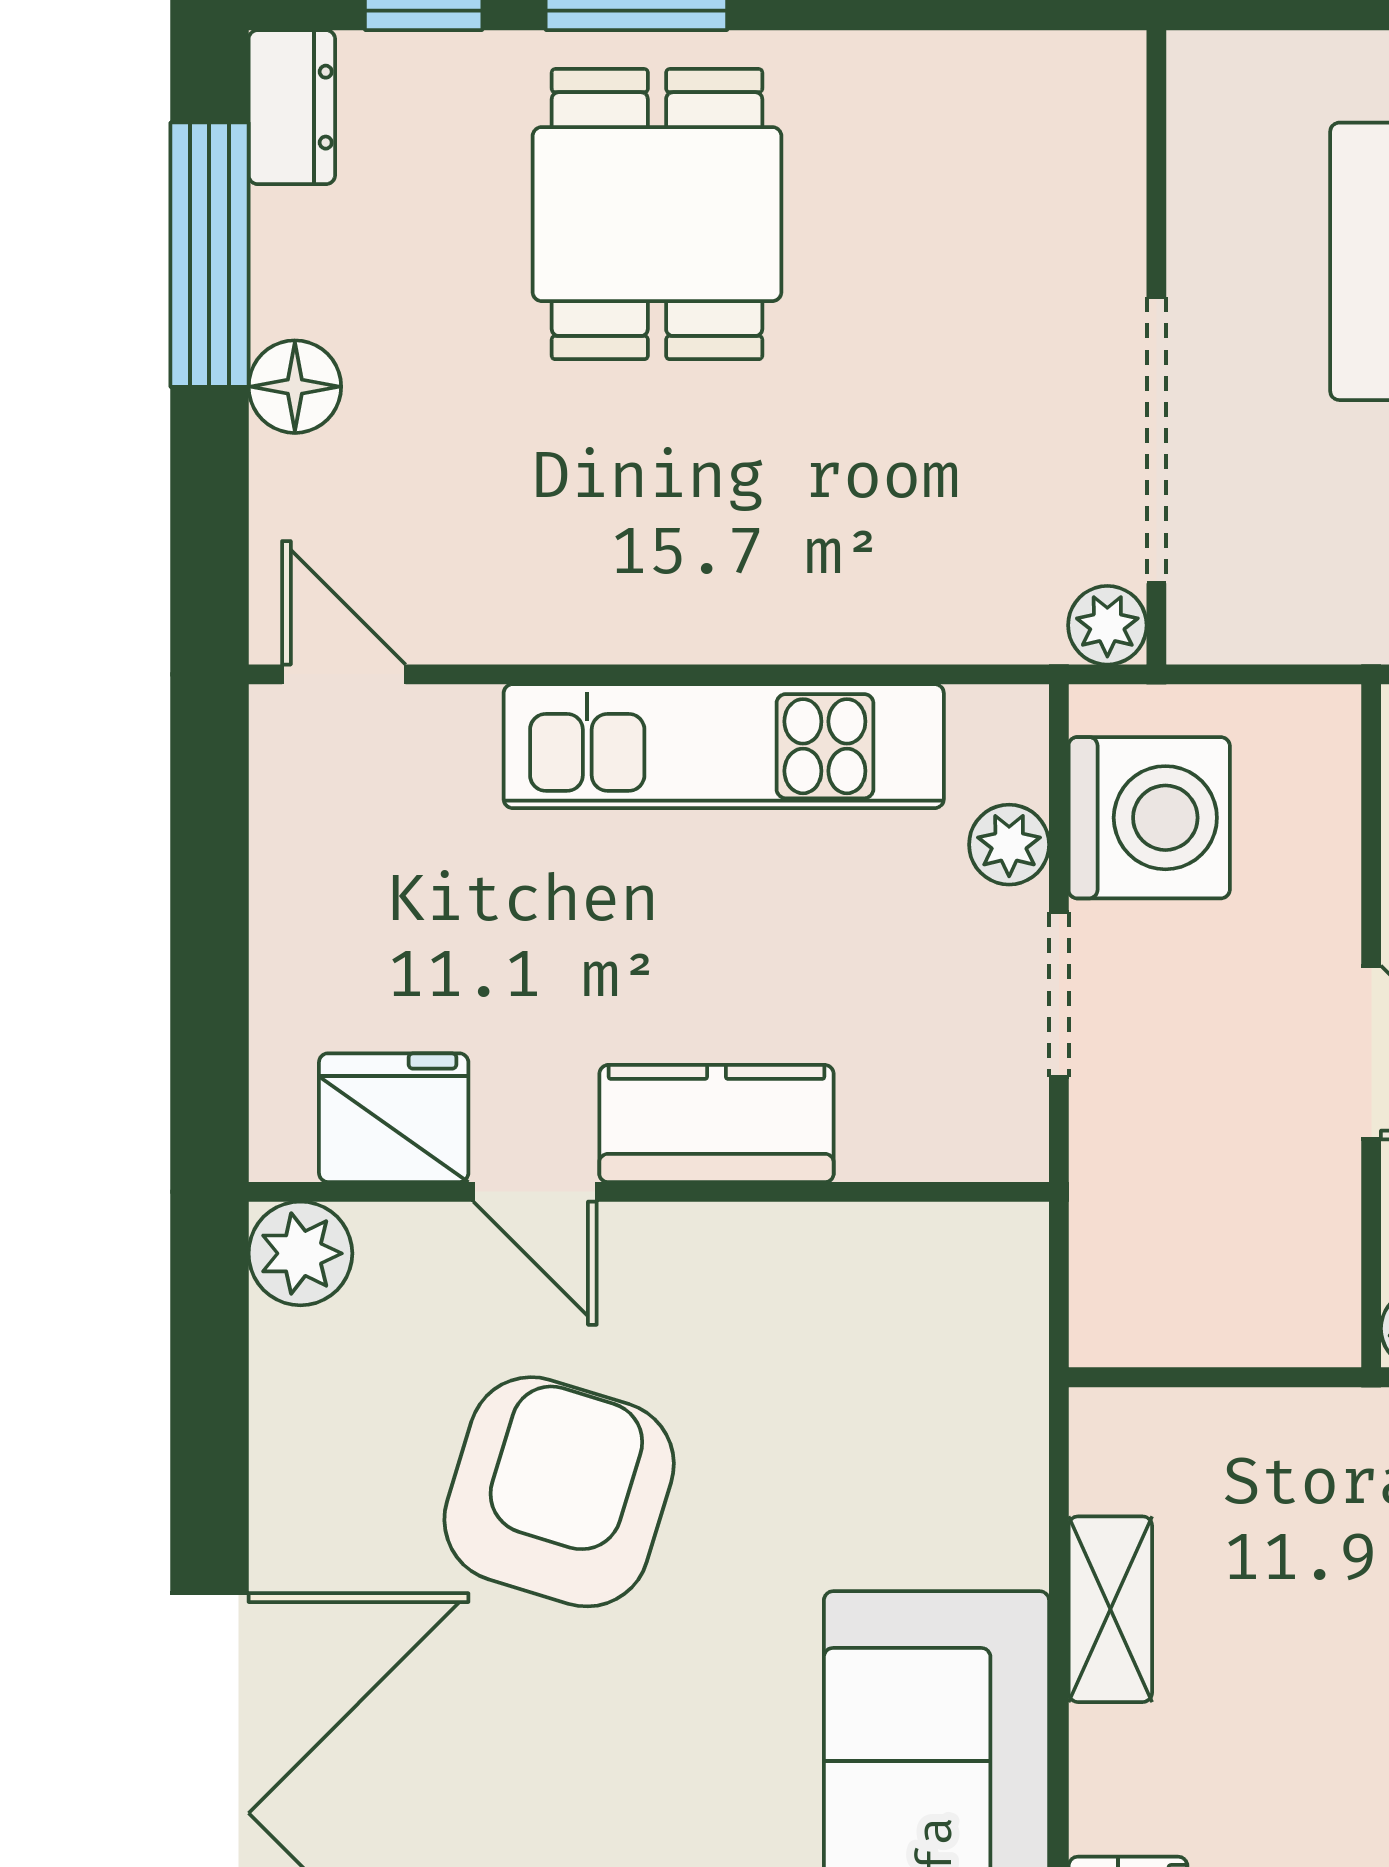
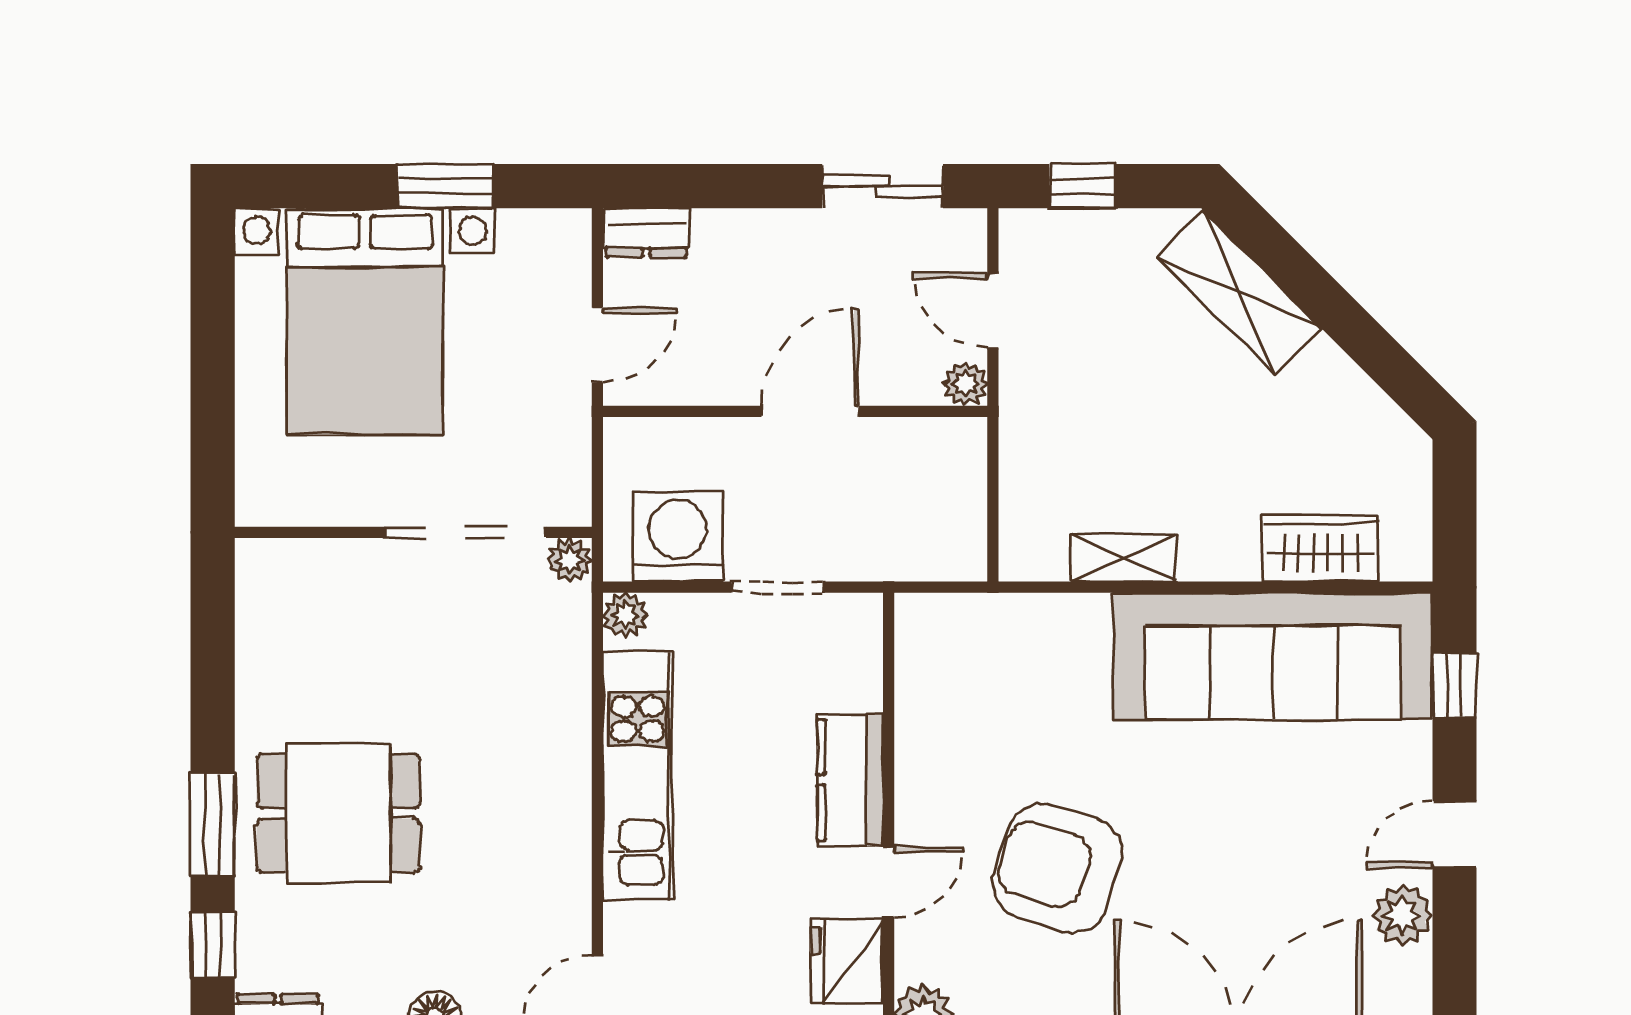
plant: (1009, 845) -> (625, 615), moved

